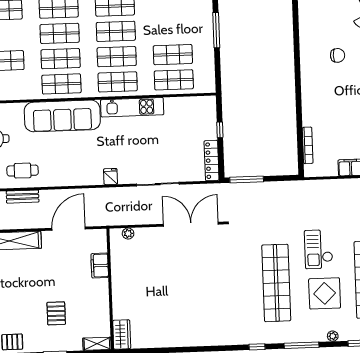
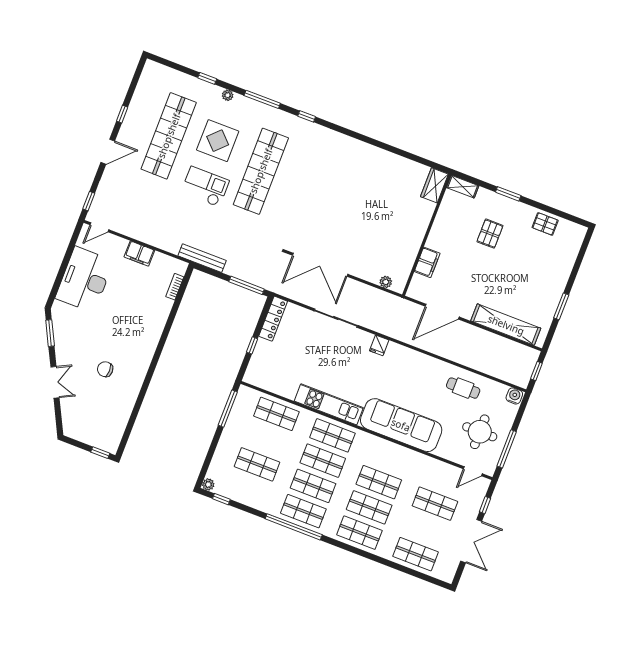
window: (216, 30) -> (228, 409), moved
shop shelf: (173, 55) -> (257, 464), moved
shop shelf: (61, 84) -> (389, 457), removed
bookcase: (308, 145) -> (175, 287), width x0.64
bench: (23, 197) -> (202, 258), moved, width x1.36
checkout: (319, 249) -> (205, 187), turned -90

